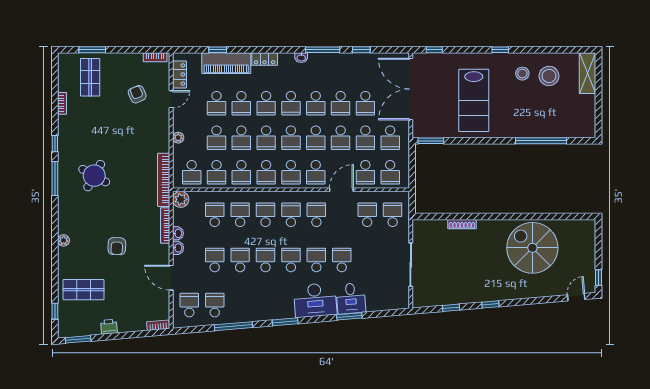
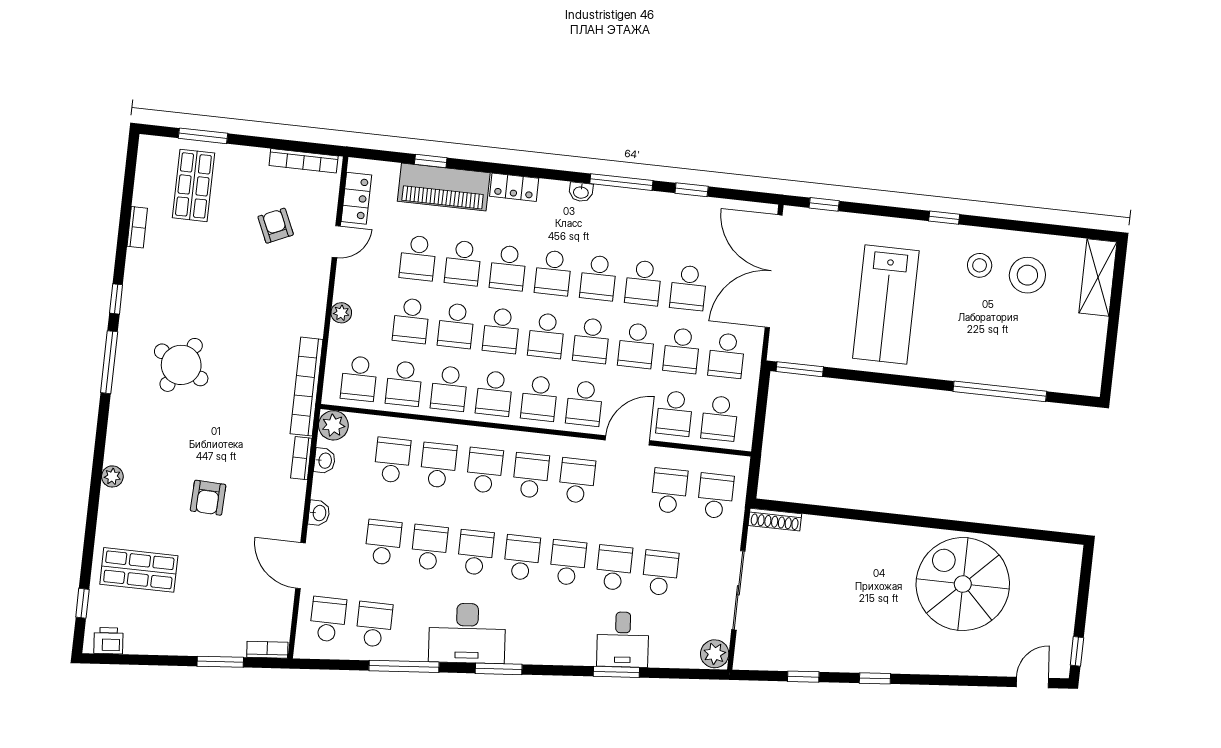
bookcase: (155, 57) -> (304, 161), width x1.56
shoe rack: (462, 224) -> (775, 520), moved
bookcase: (165, 226) -> (301, 458), width x0.64
washbasin: (178, 233) -> (325, 461), moved
school desk: (367, 260) -> (660, 573), added
desk: (315, 300) -> (467, 633), moved
plant: (402, 301) -> (715, 654), added
printer: (109, 327) -> (108, 641), moved
window: (78, 339) -> (220, 662), moved

